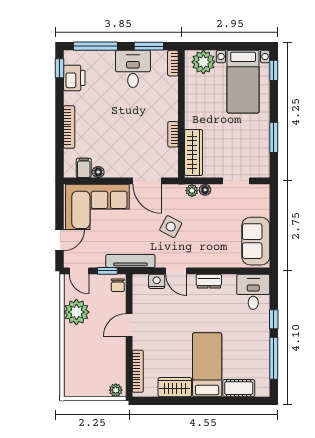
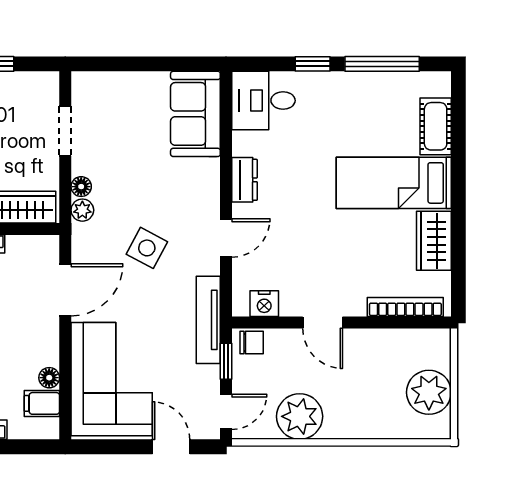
sofa: (256, 241) -> (195, 114), moved, turned 90
nightstand: (157, 281) -> (264, 304), moved, turned -90
plant: (116, 390) -> (429, 392), moved, width x1.87, depth x1.87

